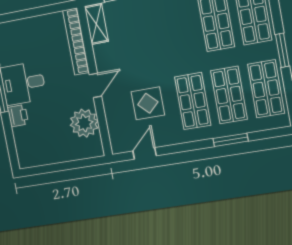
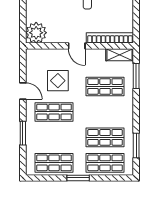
shop shelf: (229, 95) -> (105, 86), moved
plant: (84, 123) -> (36, 33), moved
door: (145, 153) -> (23, 91), moved

